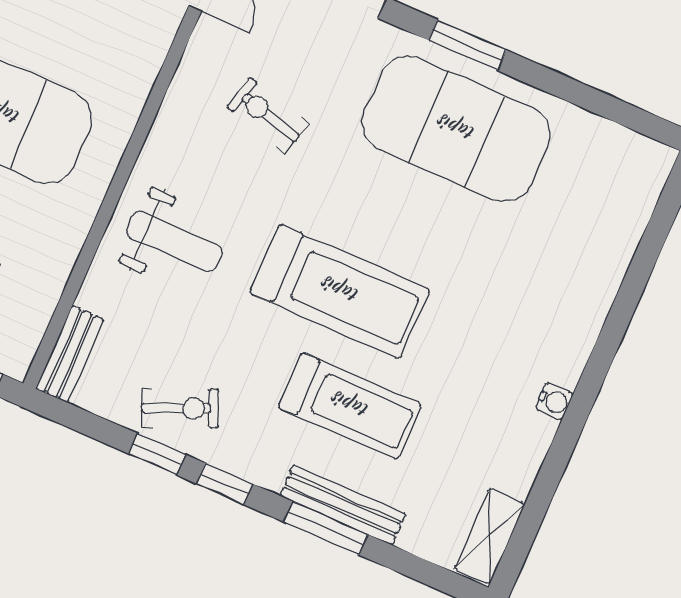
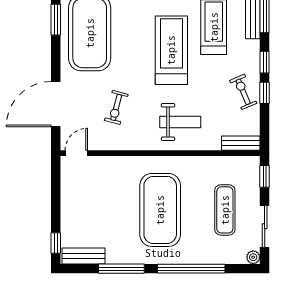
window: (468, 45) -> (56, 20), moved
weight bench: (174, 242) -> (180, 122), turned 90

